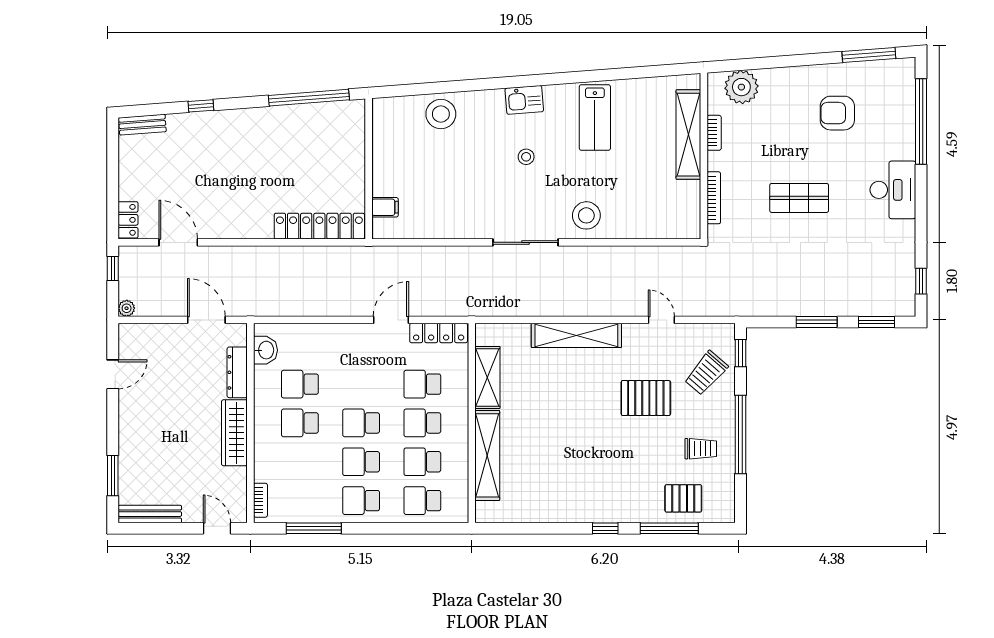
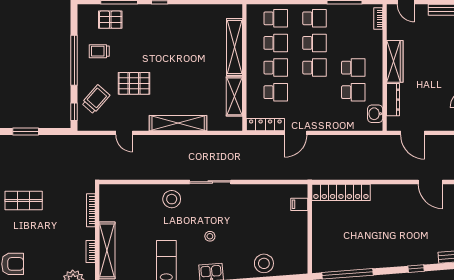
shop shelf: (799, 198) -> (24, 200), moved

